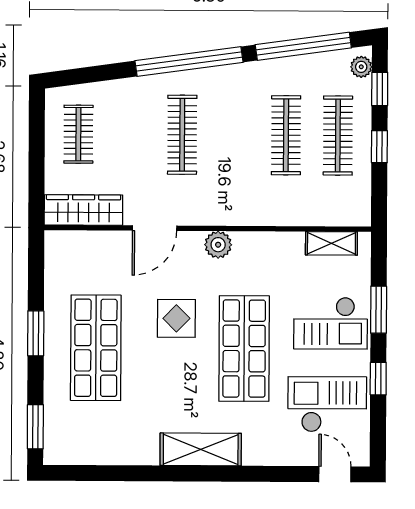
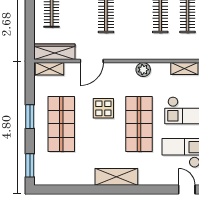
shelving: (74, 243) -> (50, 69), added
plant: (218, 245) -> (143, 70), moved

